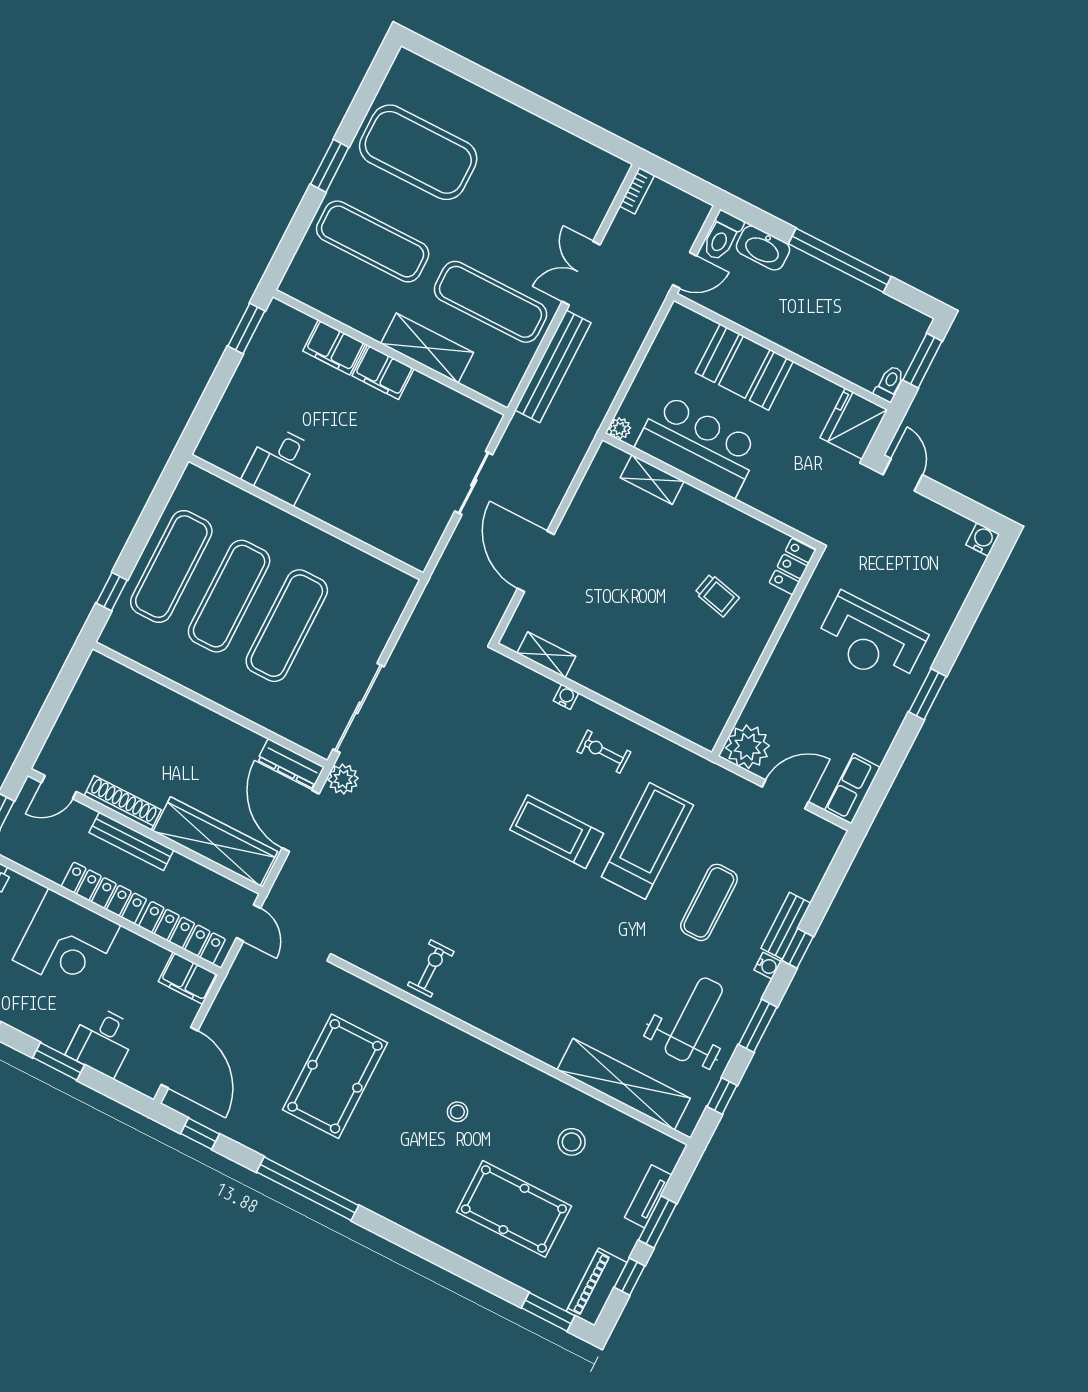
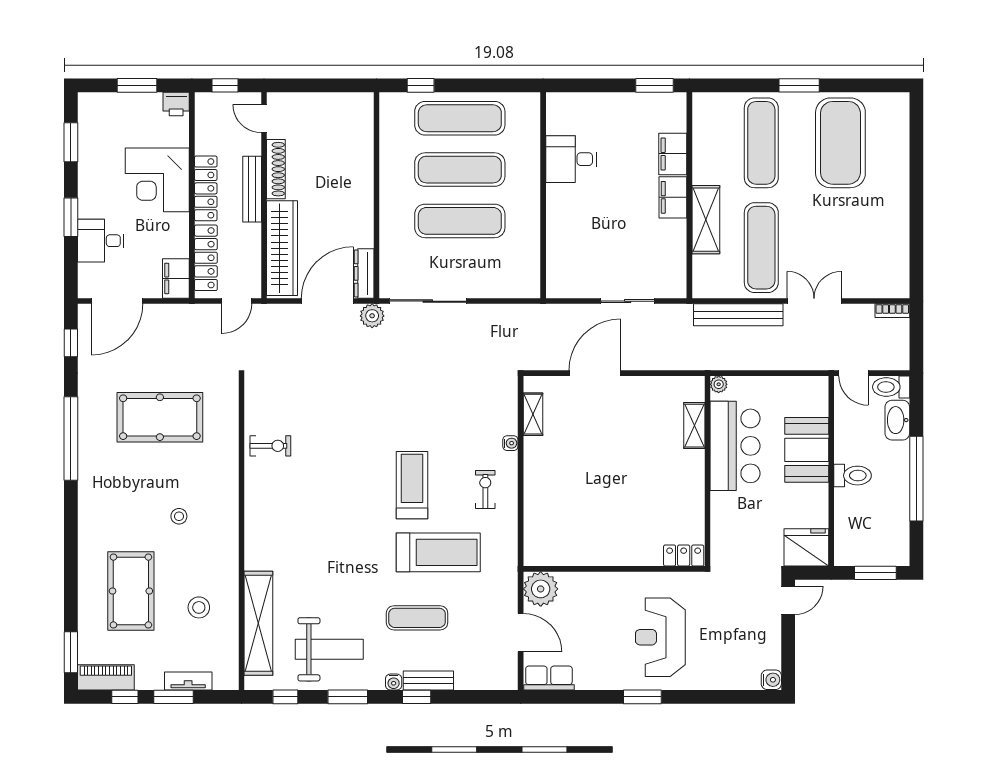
toilet: (889, 384) -> (853, 476), moved, width x1.37, depth x1.39
trolley: (717, 595) -> (636, 513), removed

